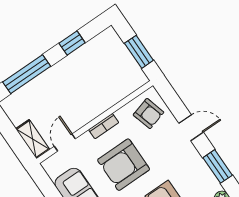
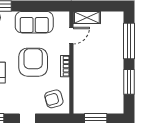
window: (72, 43) -> (129, 82), width x1.50
door: (65, 143) -> (71, 36), hinge flipped

